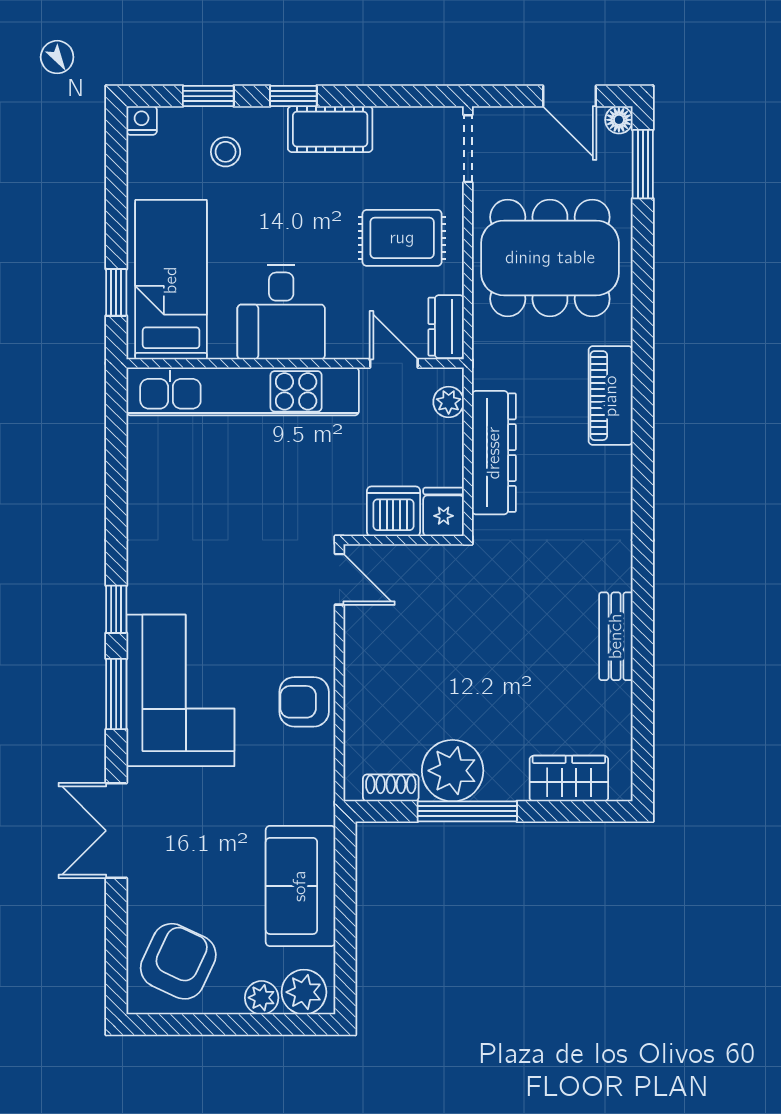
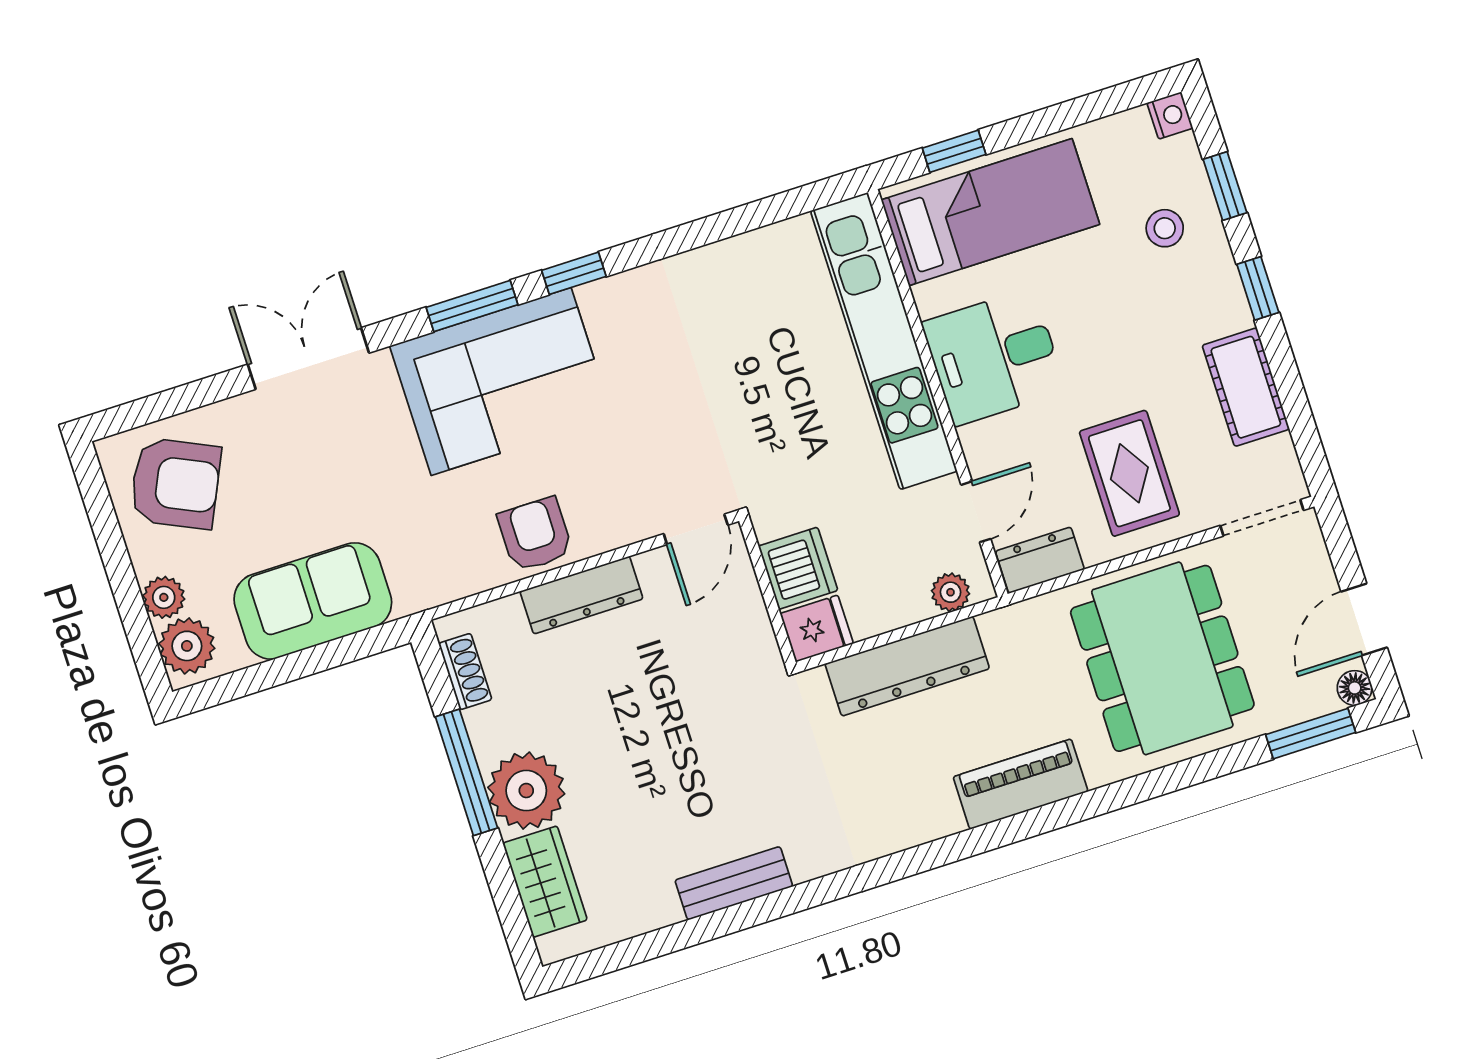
cot: (330, 129) -> (1246, 387), moved
dresser: (361, 681) -> (581, 595), added
plant: (453, 771) -> (526, 791), moved

